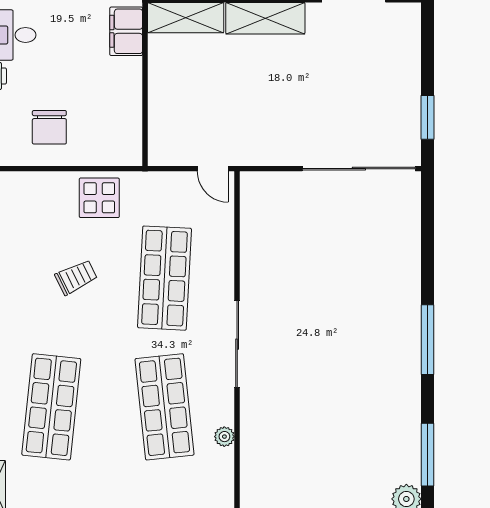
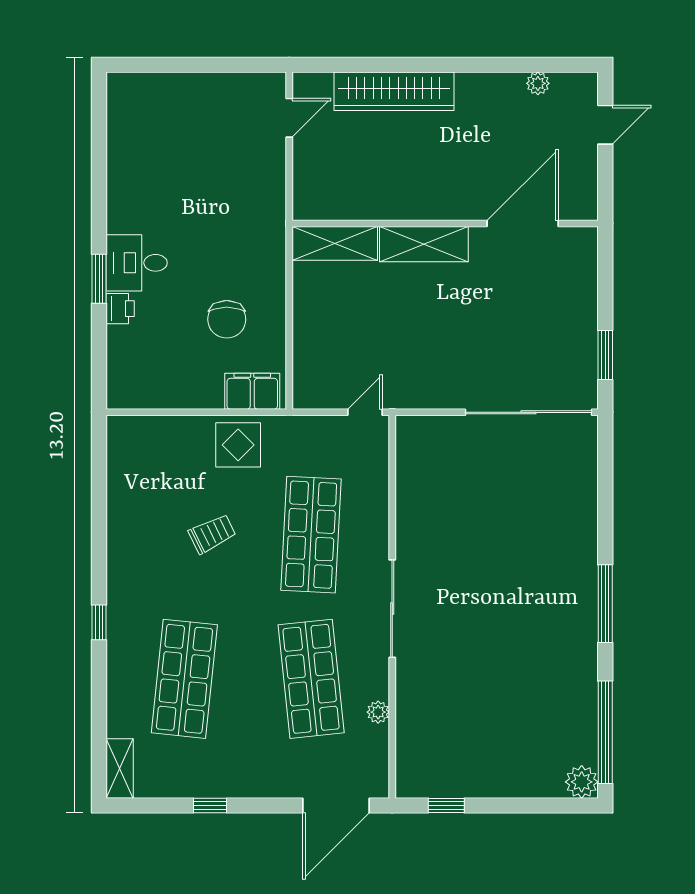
filing cabinet: (126, 31) -> (252, 391), moved, turned 90
chair: (49, 127) -> (227, 319), moved
door: (213, 169) -> (365, 412), swing flipped
window: (427, 455) -> (605, 732), width x1.46

